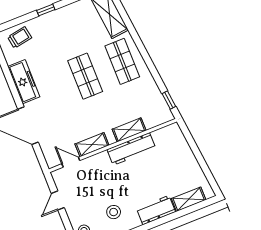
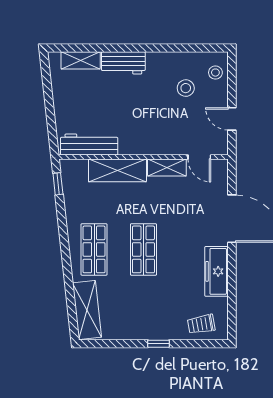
shelving: (129, 130) -> (117, 170), width x1.50, depth x1.33
workbench: (131, 149) -> (89, 145), moved
door: (58, 201) -> (232, 119), swing flipped
stool: (114, 212) -> (186, 88), moved

